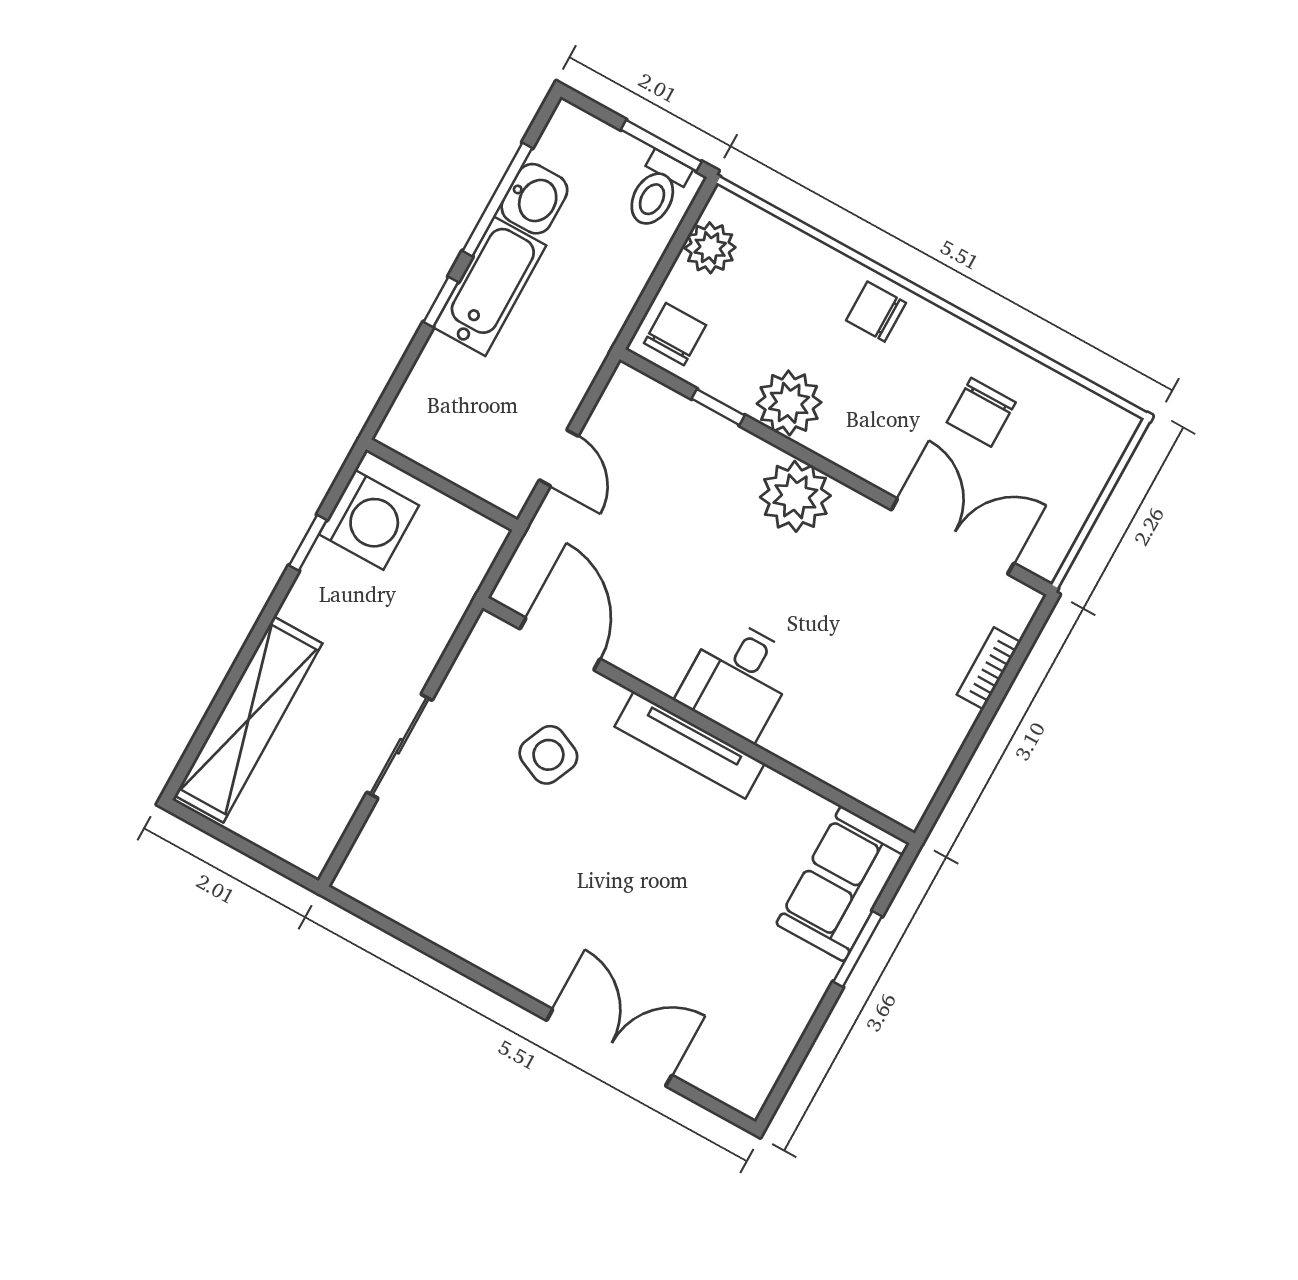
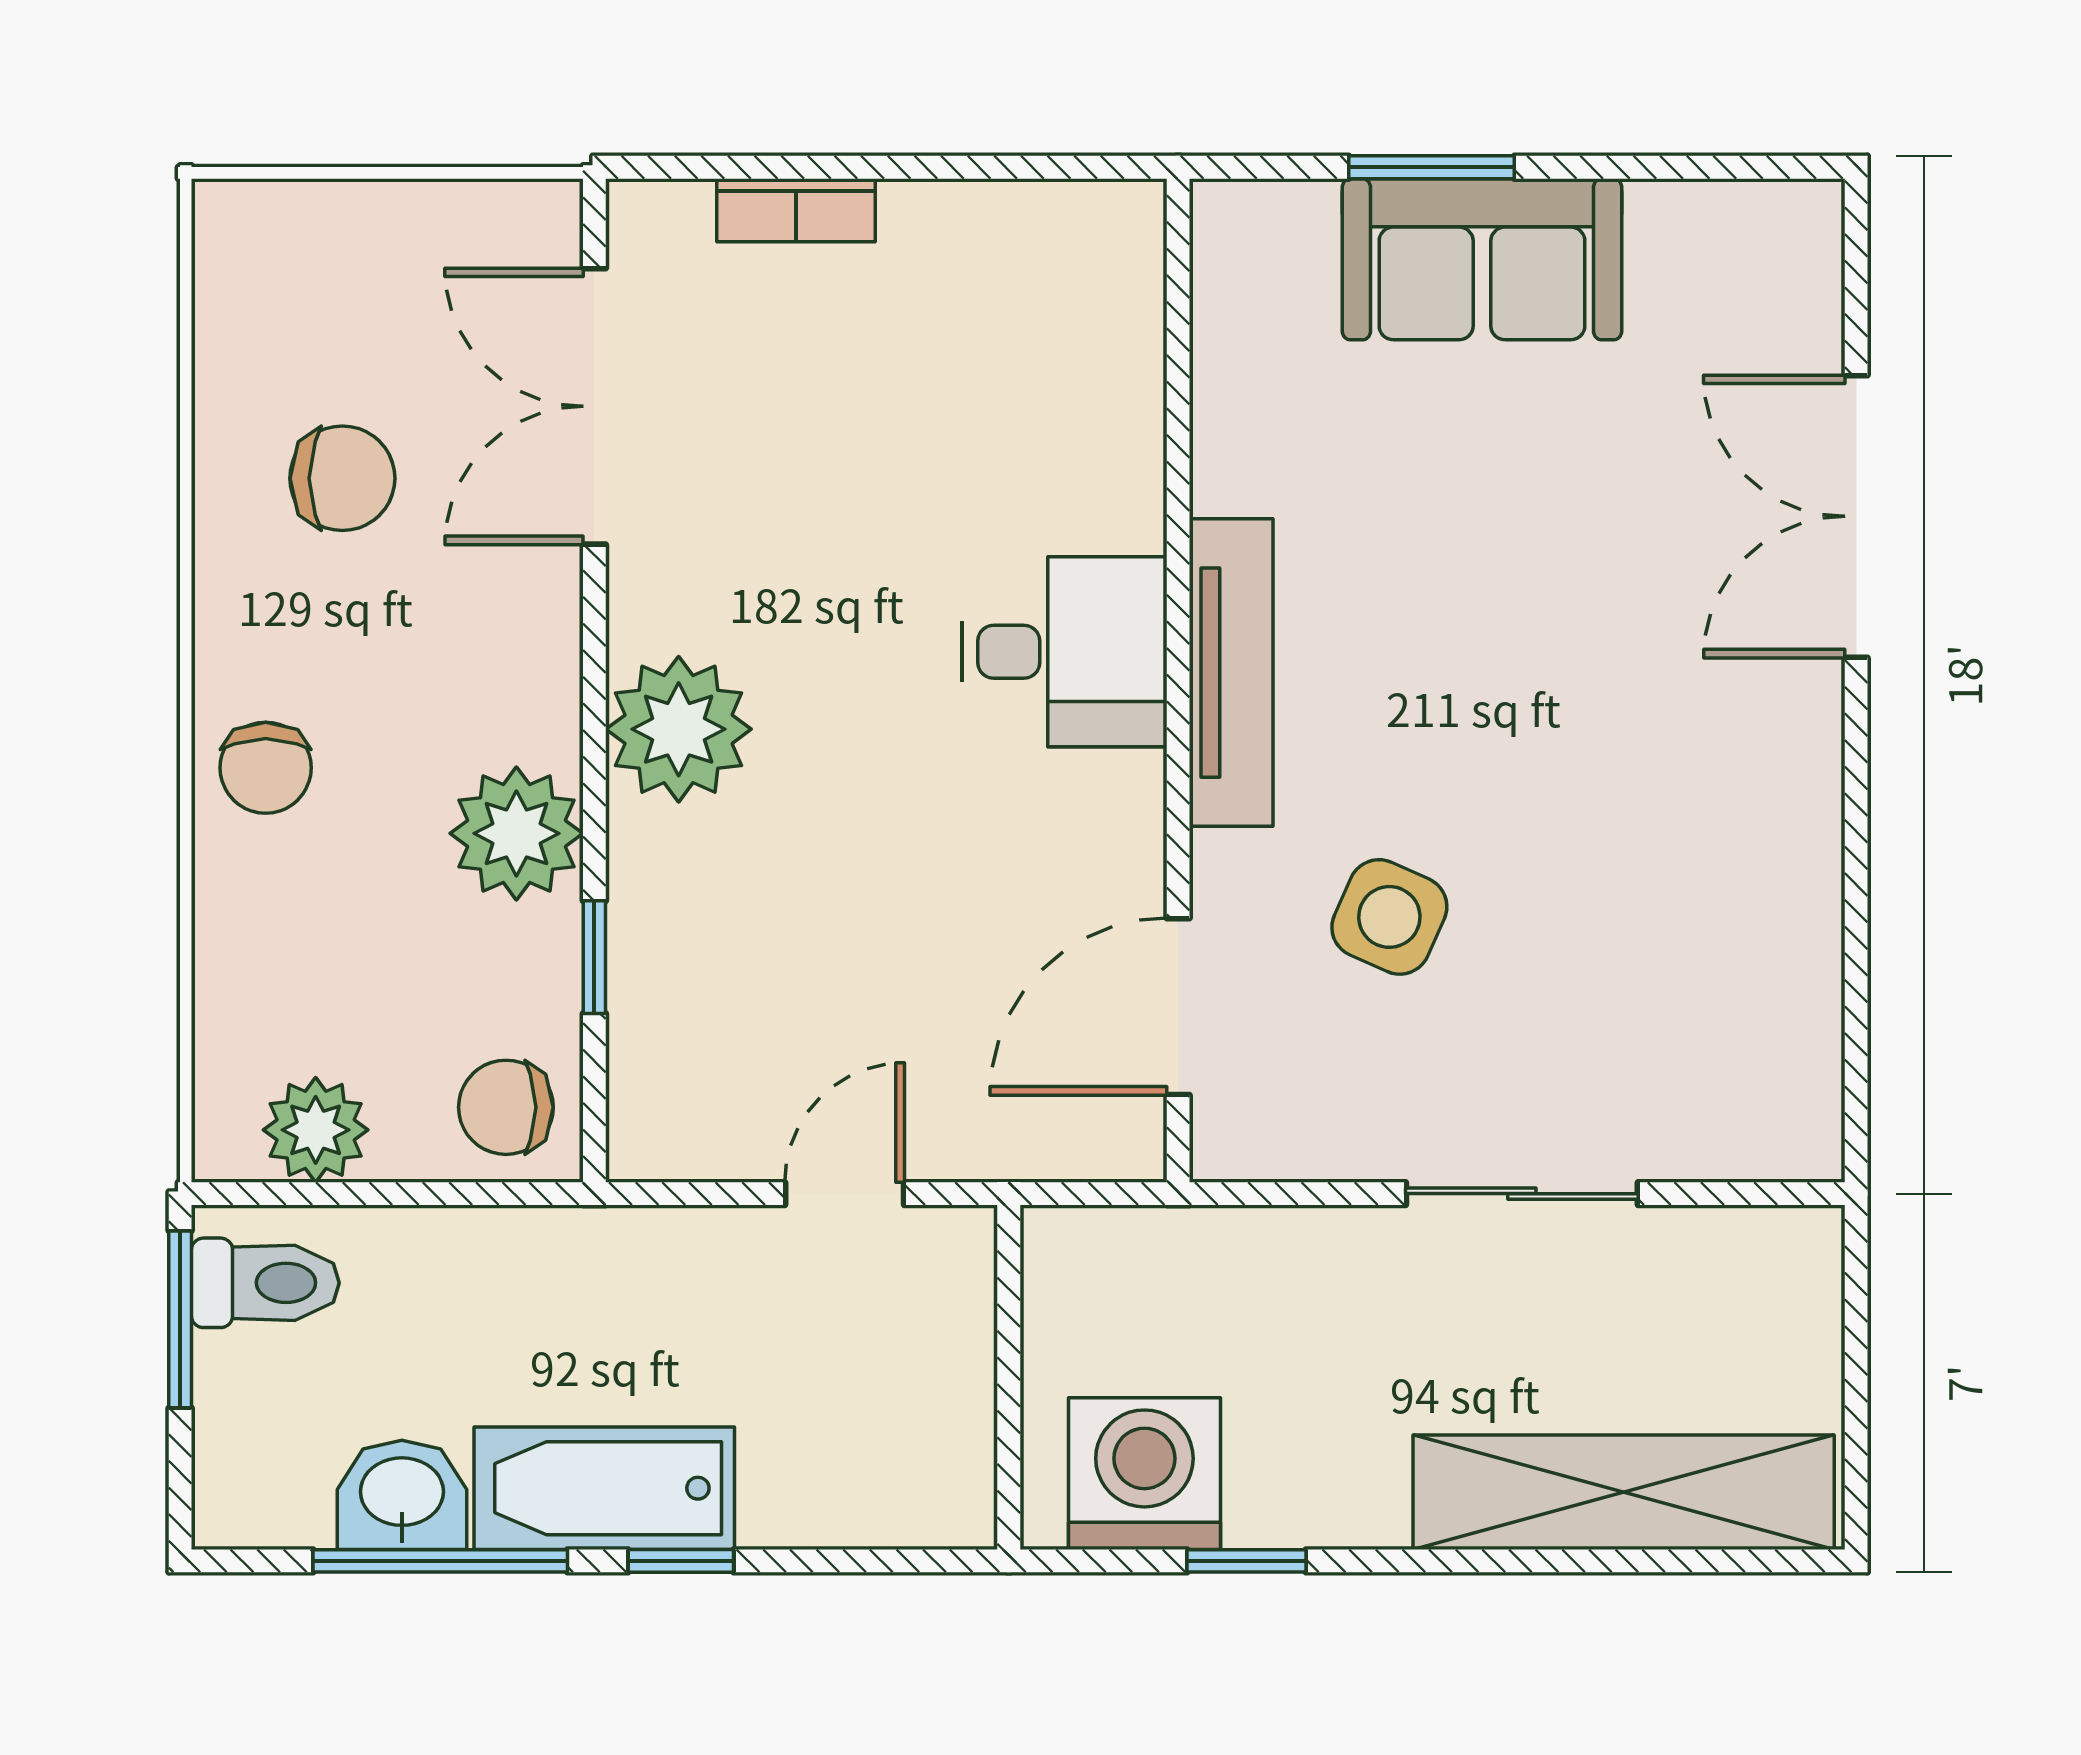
sofa: (843, 884) -> (1482, 259), moved

